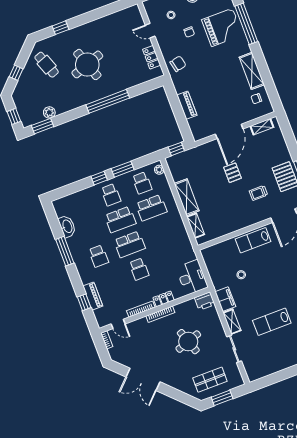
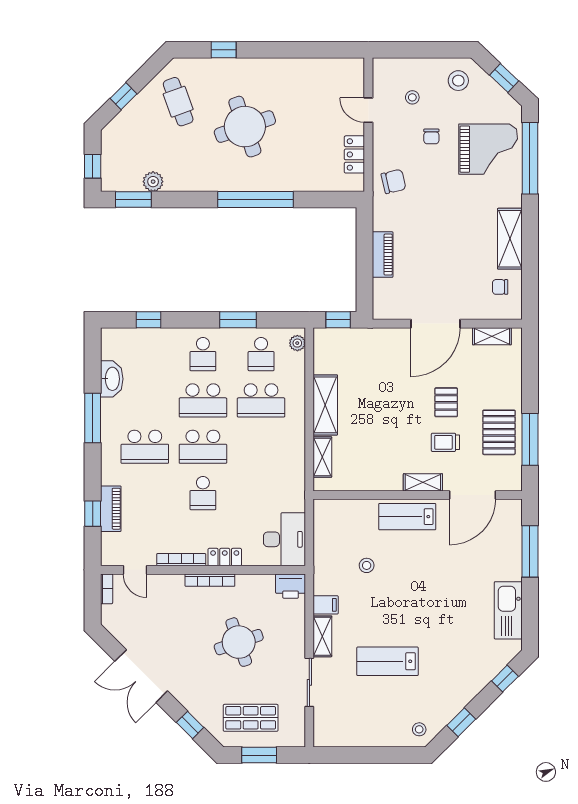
pallet: (233, 173) -> (446, 402), moved
window: (99, 178) -> (148, 320), moved
shelving: (255, 219) -> (423, 482), added
school desk: (99, 256) -> (145, 447), width x1.85
filing cabinet: (225, 299) -> (326, 605), width x0.50
window: (179, 396) -> (190, 725), added

